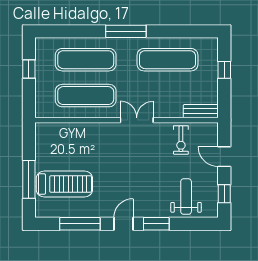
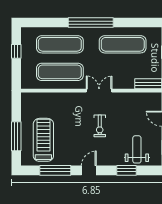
window: (126, 31) -> (91, 23), width x1.46
exercise bike: (181, 140) -> (100, 126), moved
treadmill: (64, 184) -> (43, 140), turned -90
window: (156, 224) -> (127, 170), moved

